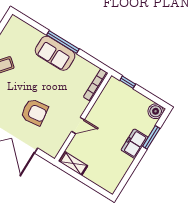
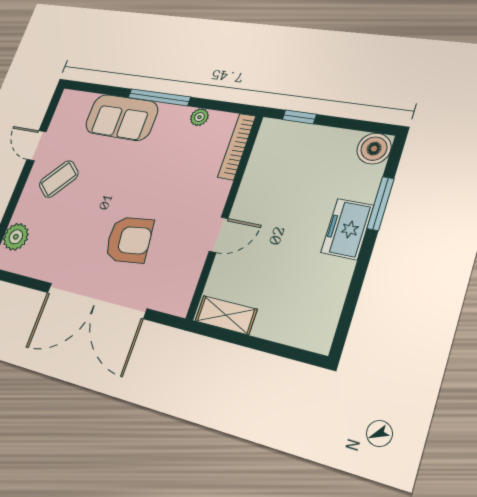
sofa: (55, 53) -> (121, 117), moved
plant: (81, 62) -> (199, 117), added

